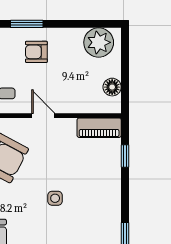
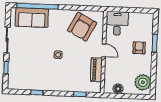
door: (43, 116) -> (104, 50), hinge flipped
piano: (99, 128) -> (96, 70), moved

